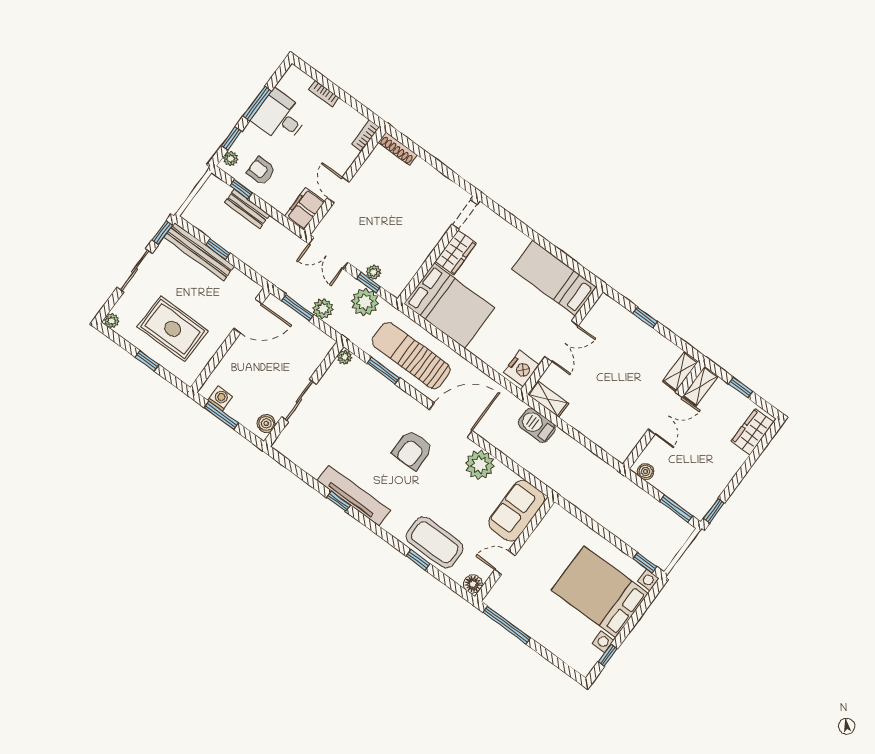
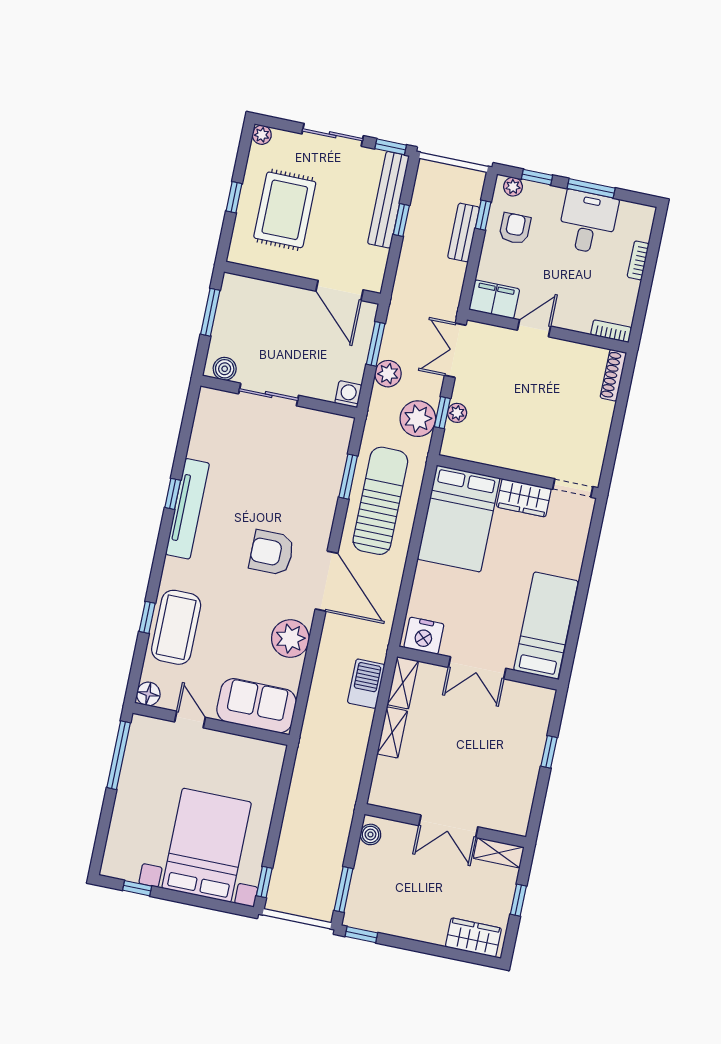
plant: (345, 357) -> (343, 425), removed
shelving: (680, 372) -> (392, 732), moved, turned 90
washing machine: (220, 399) -> (348, 394), moved, turned -90

